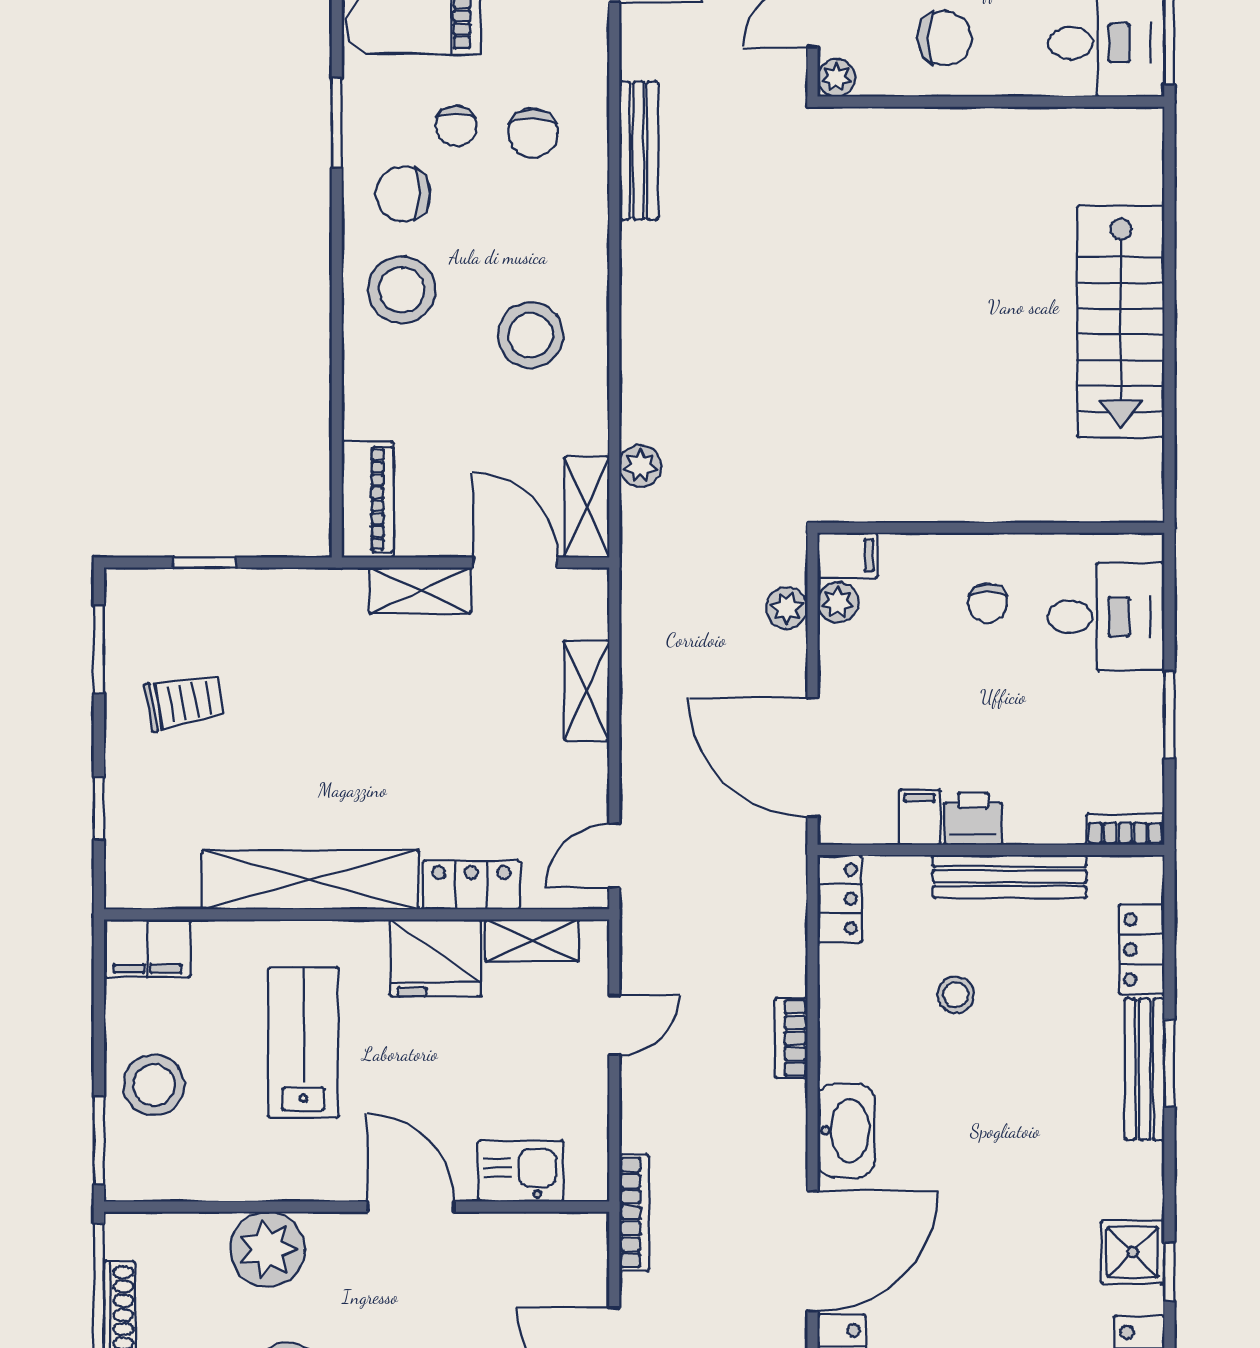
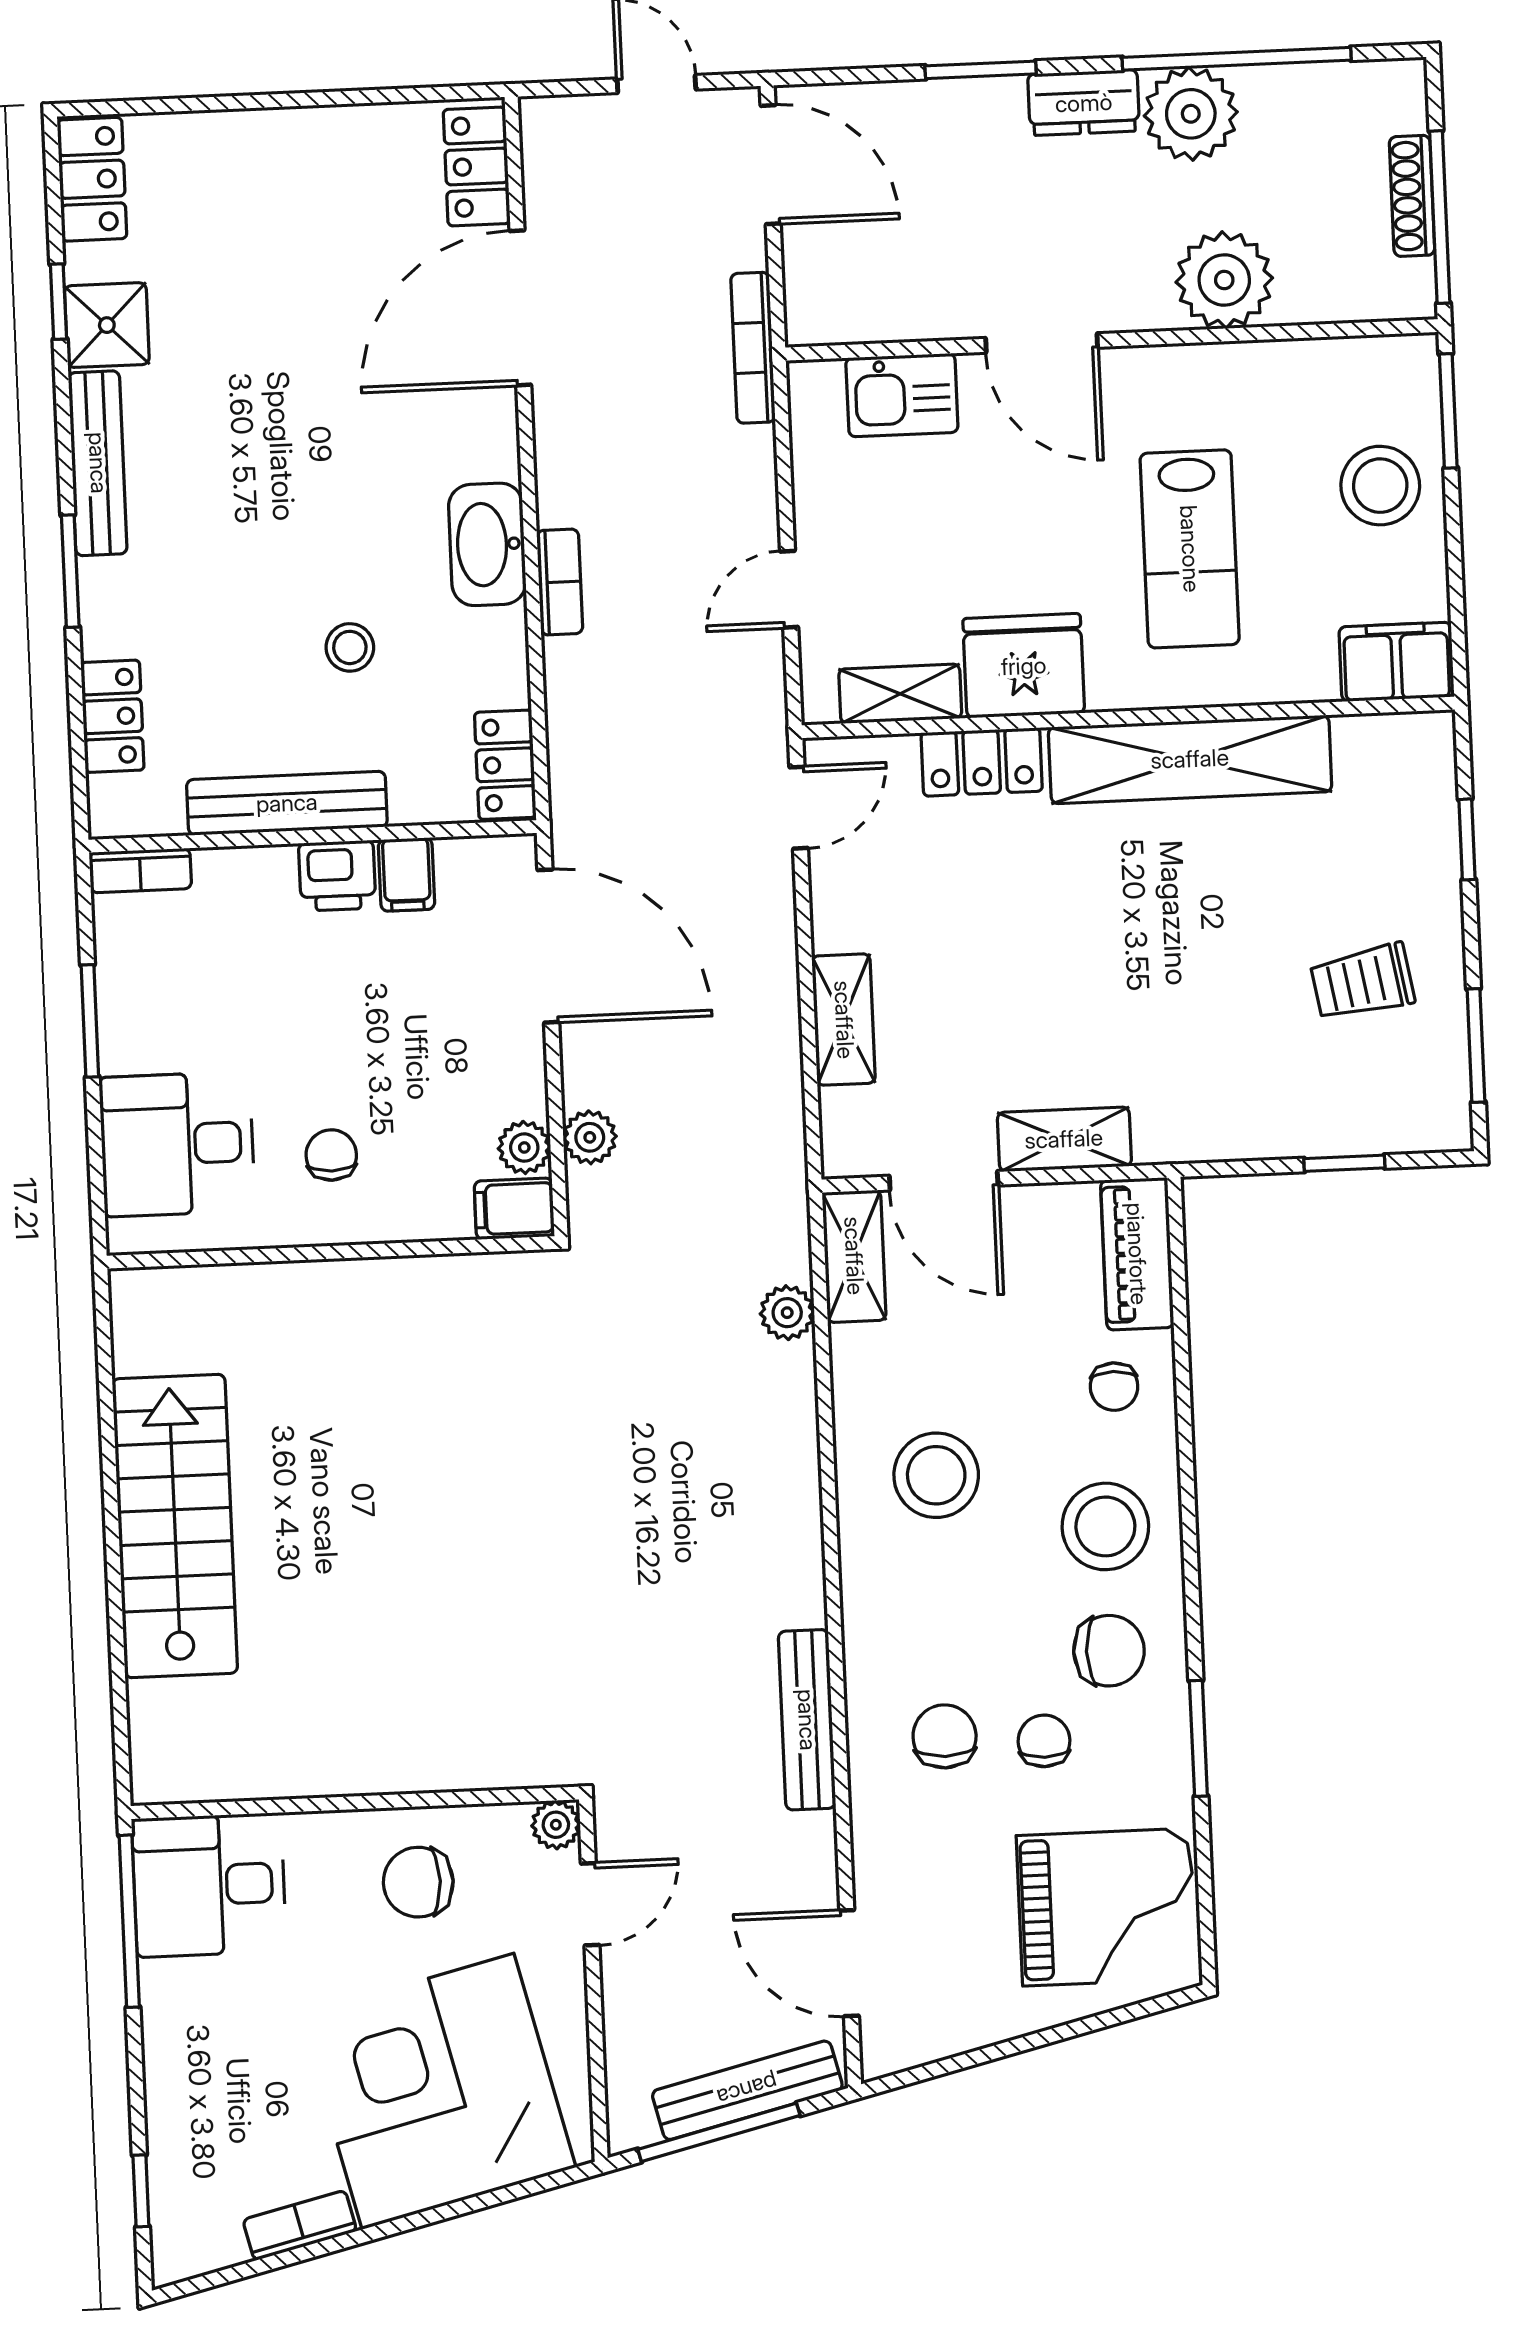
chair: (390, 398) -> (1114, 1387), added
bench: (1145, 1069) -> (98, 463), moved
washbasin: (846, 1131) -> (487, 544), moved

